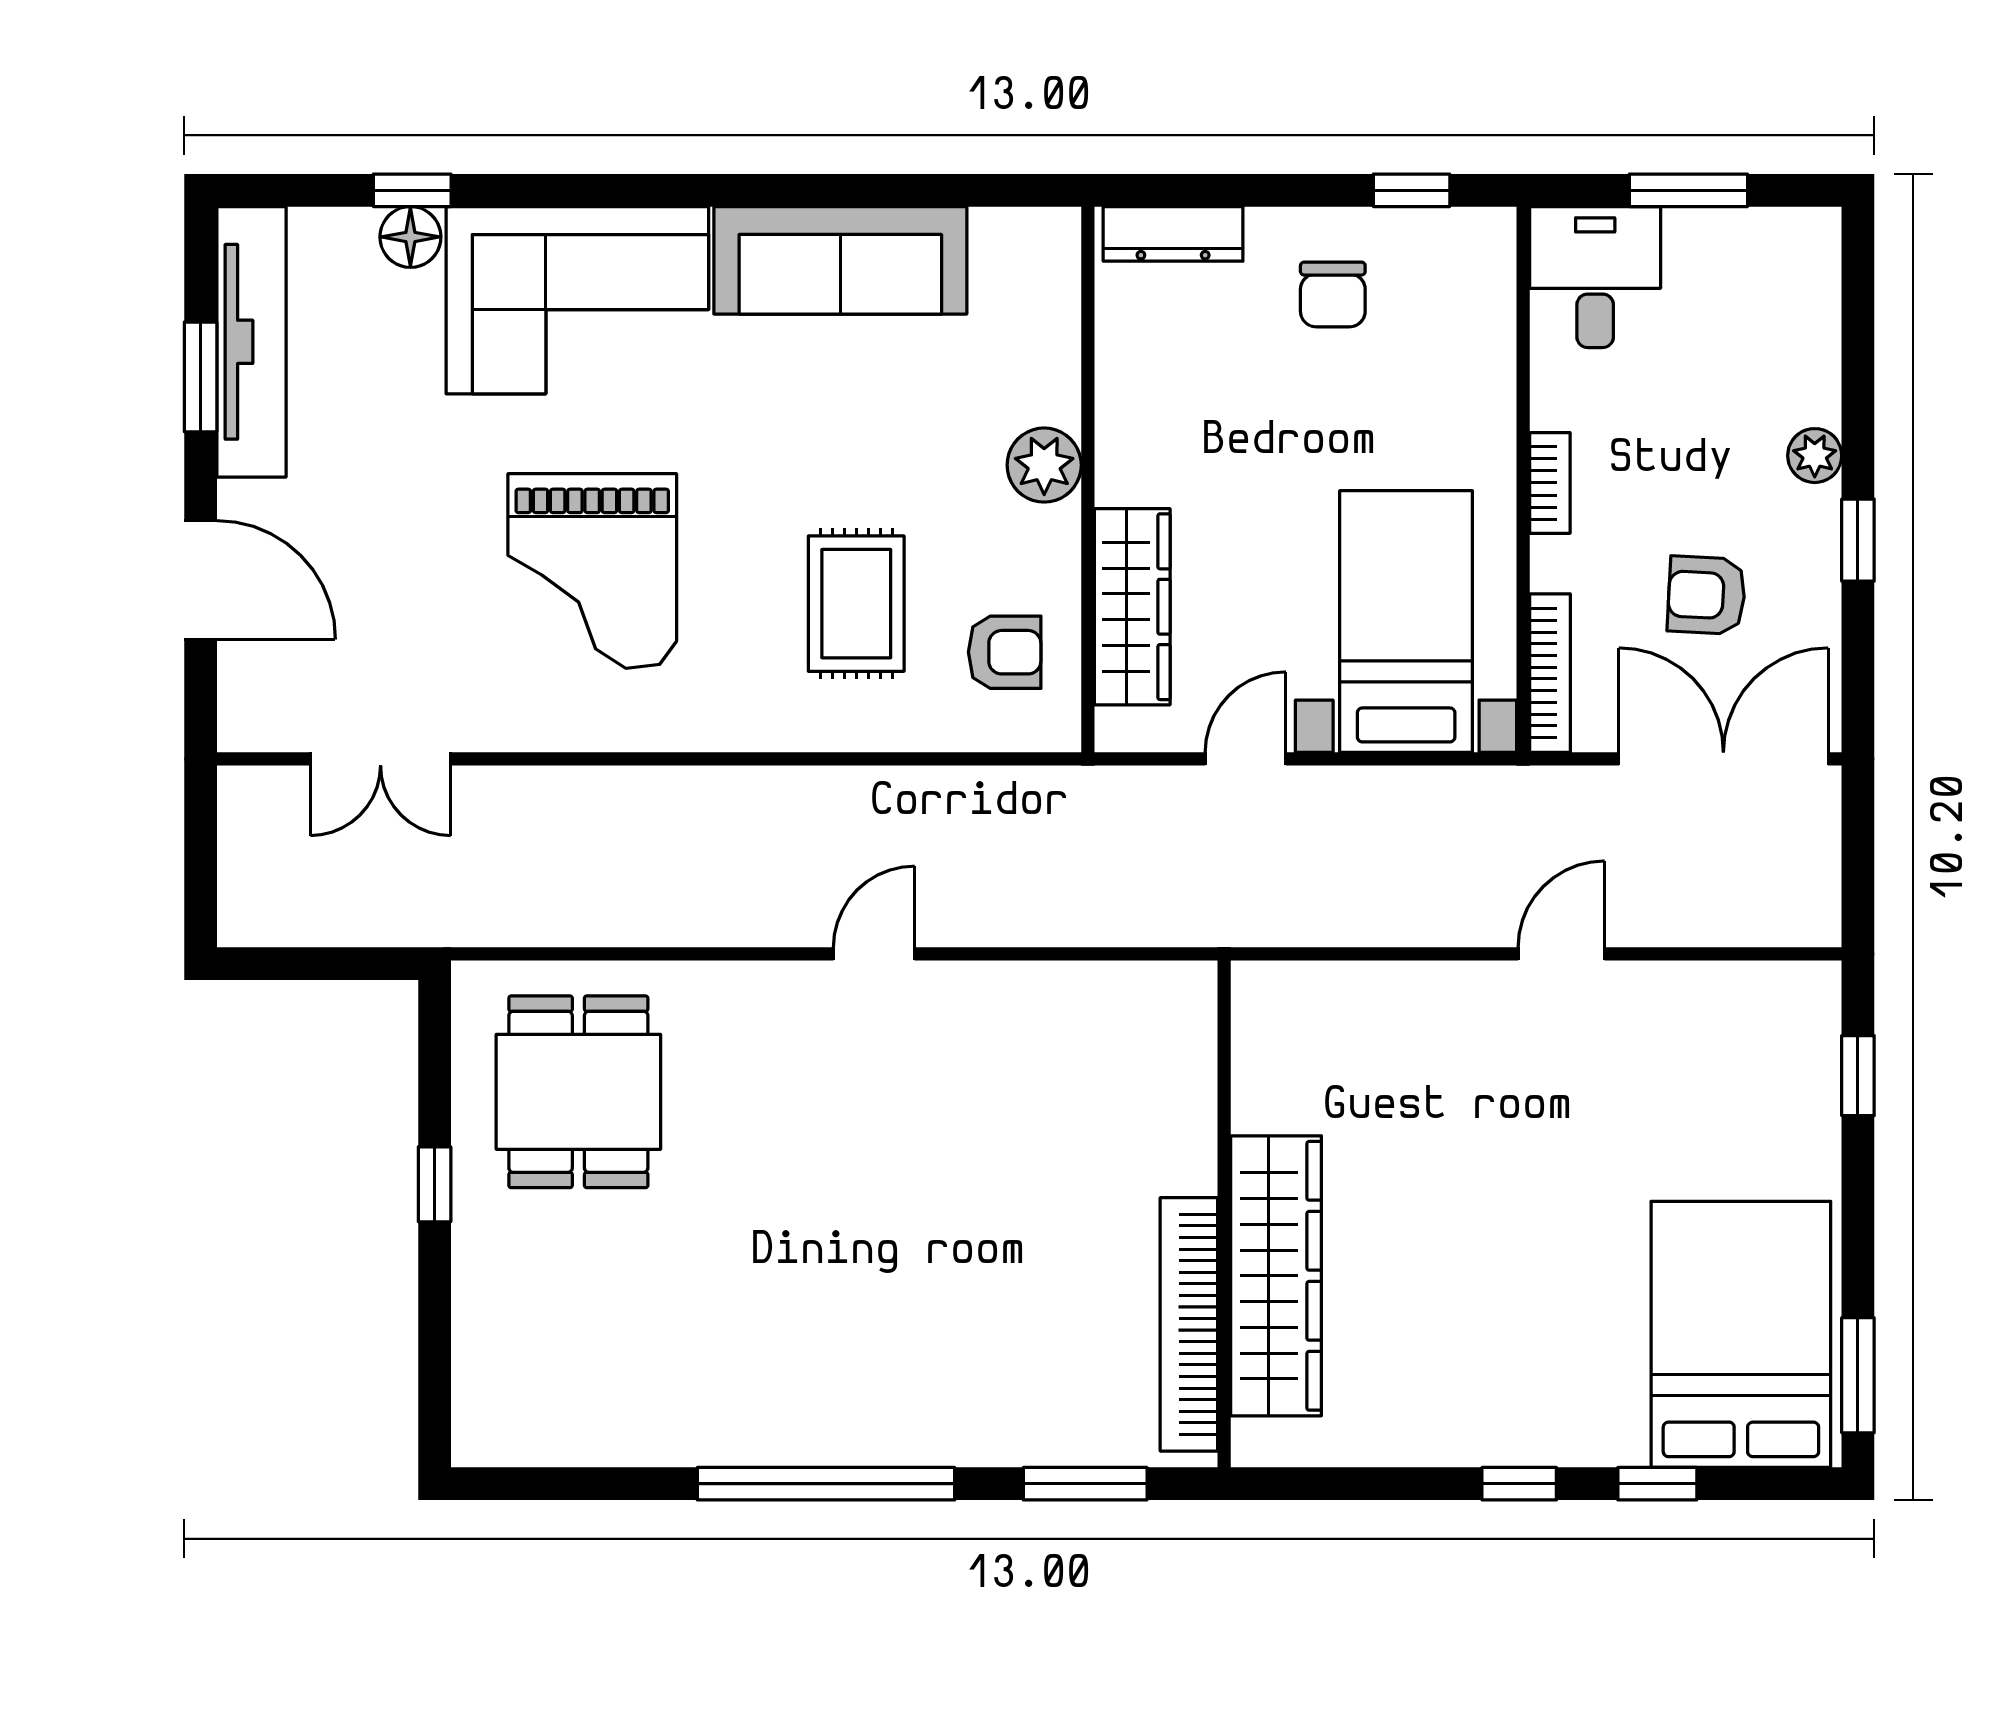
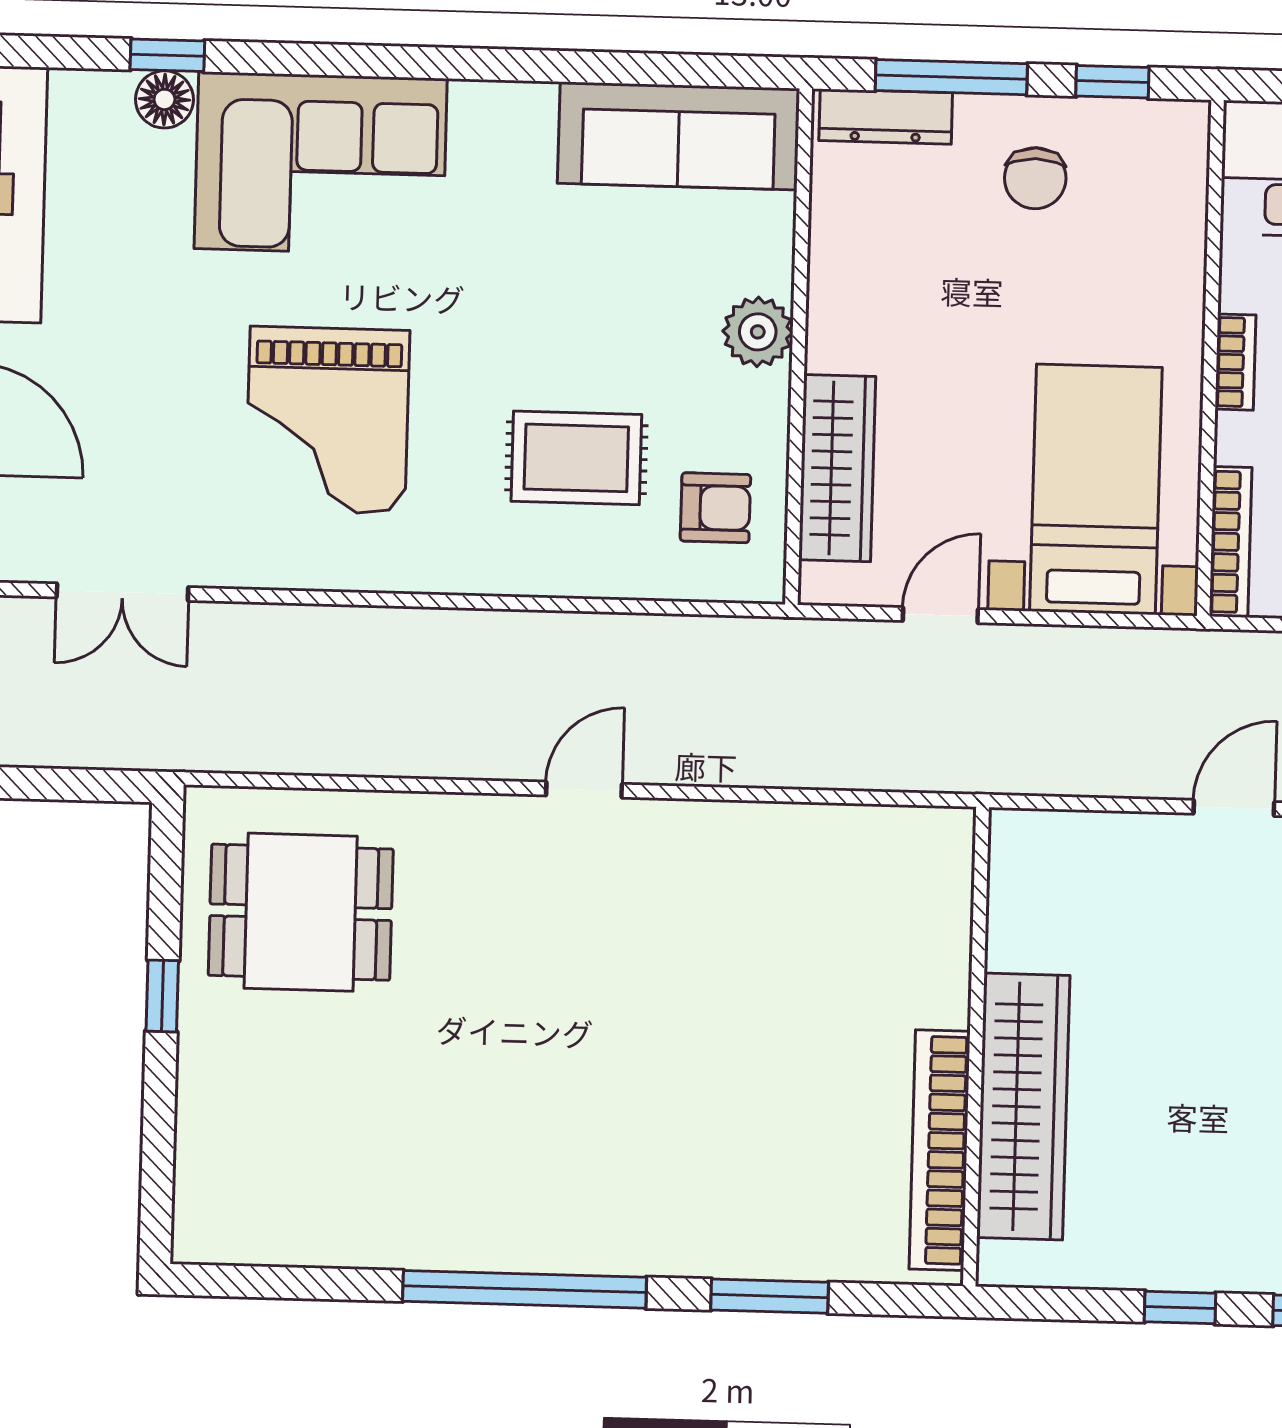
window: (1241, 190) -> (951, 77), added
sofa: (840, 260) -> (679, 136), moved
rug: (856, 604) -> (576, 458), turned 90
dining table: (578, 1092) -> (301, 912), turned 90
wall: (1224, 1214) -> (976, 1047), moved
wardrobe: (1276, 1276) -> (1023, 1107), moved
bookcase: (1189, 1324) -> (940, 1150), moved

